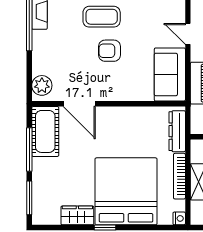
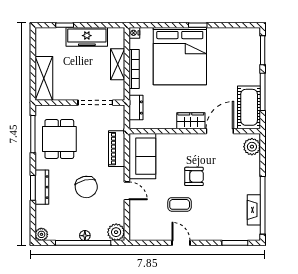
coffee table: (102, 17) -> (180, 204), moved, width x0.73, depth x0.77
door: (79, 104) -> (220, 131), hinge flipped
dresser: (177, 131) -> (136, 107), width x0.70
wardrobe: (77, 215) -> (191, 121), moved, turned 180

